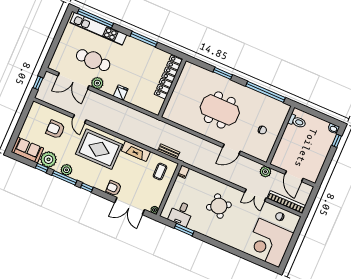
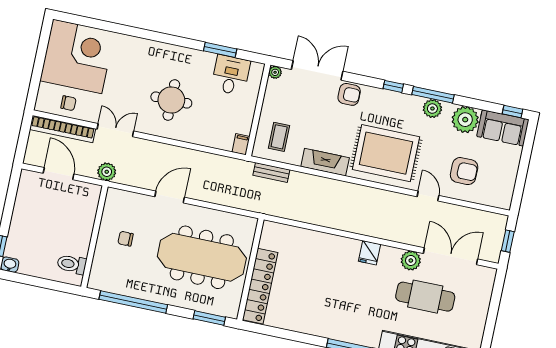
locker: (168, 77) -> (260, 286), moved
wall: (172, 88) -> (250, 270), moved
meeting table: (220, 110) -> (202, 257), width x1.36
window: (42, 168) -> (512, 112), moved
round table: (219, 206) -> (171, 100), turned 31

